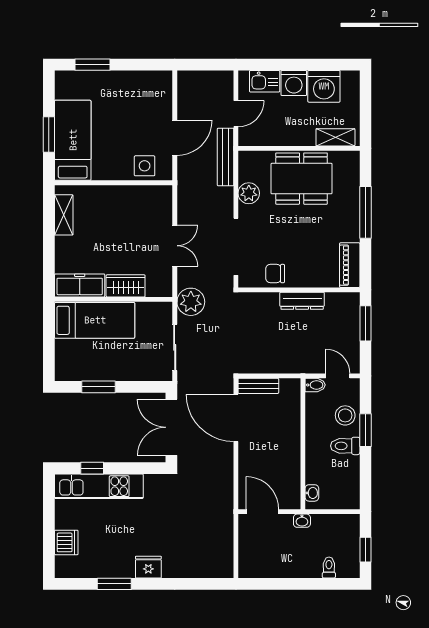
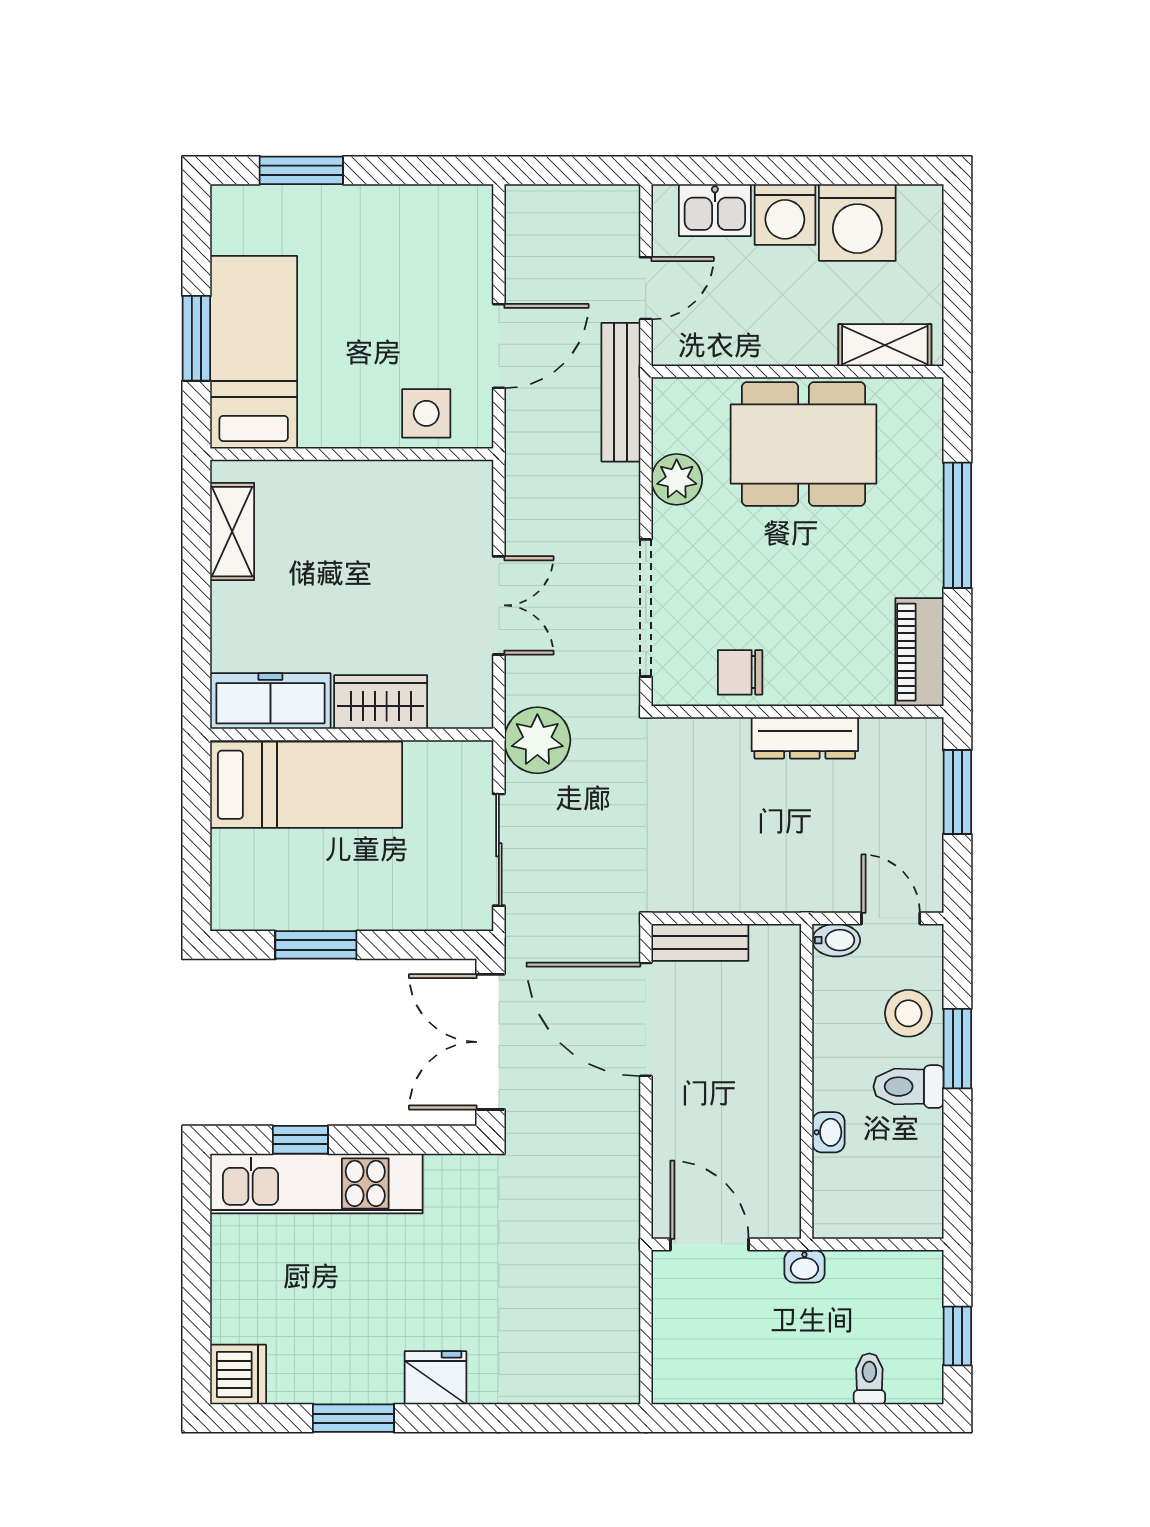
washbasin: (312, 493) -> (828, 1132), moved
dishwasher: (66, 542) -> (238, 1375), moved

